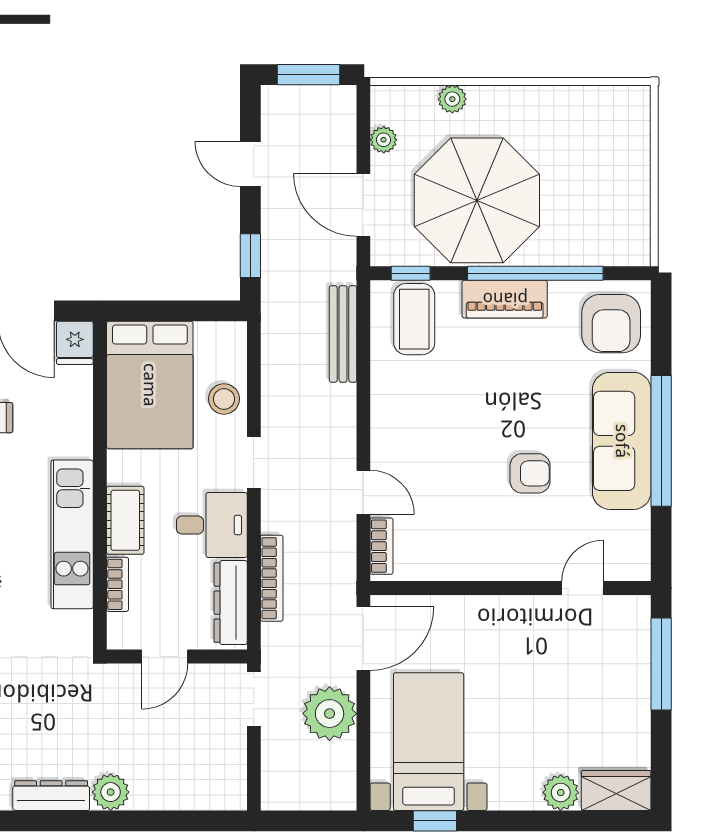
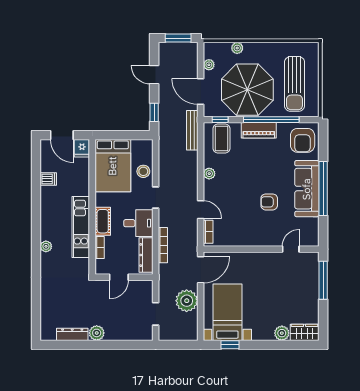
sun lounger: (592, 186) -> (295, 84), added
bench: (343, 334) -> (192, 130), moved
plant: (384, 404) -> (209, 174), added
armchair: (530, 473) -> (269, 202), turned 180
doorway: (254, 699) -> (156, 314), moved

